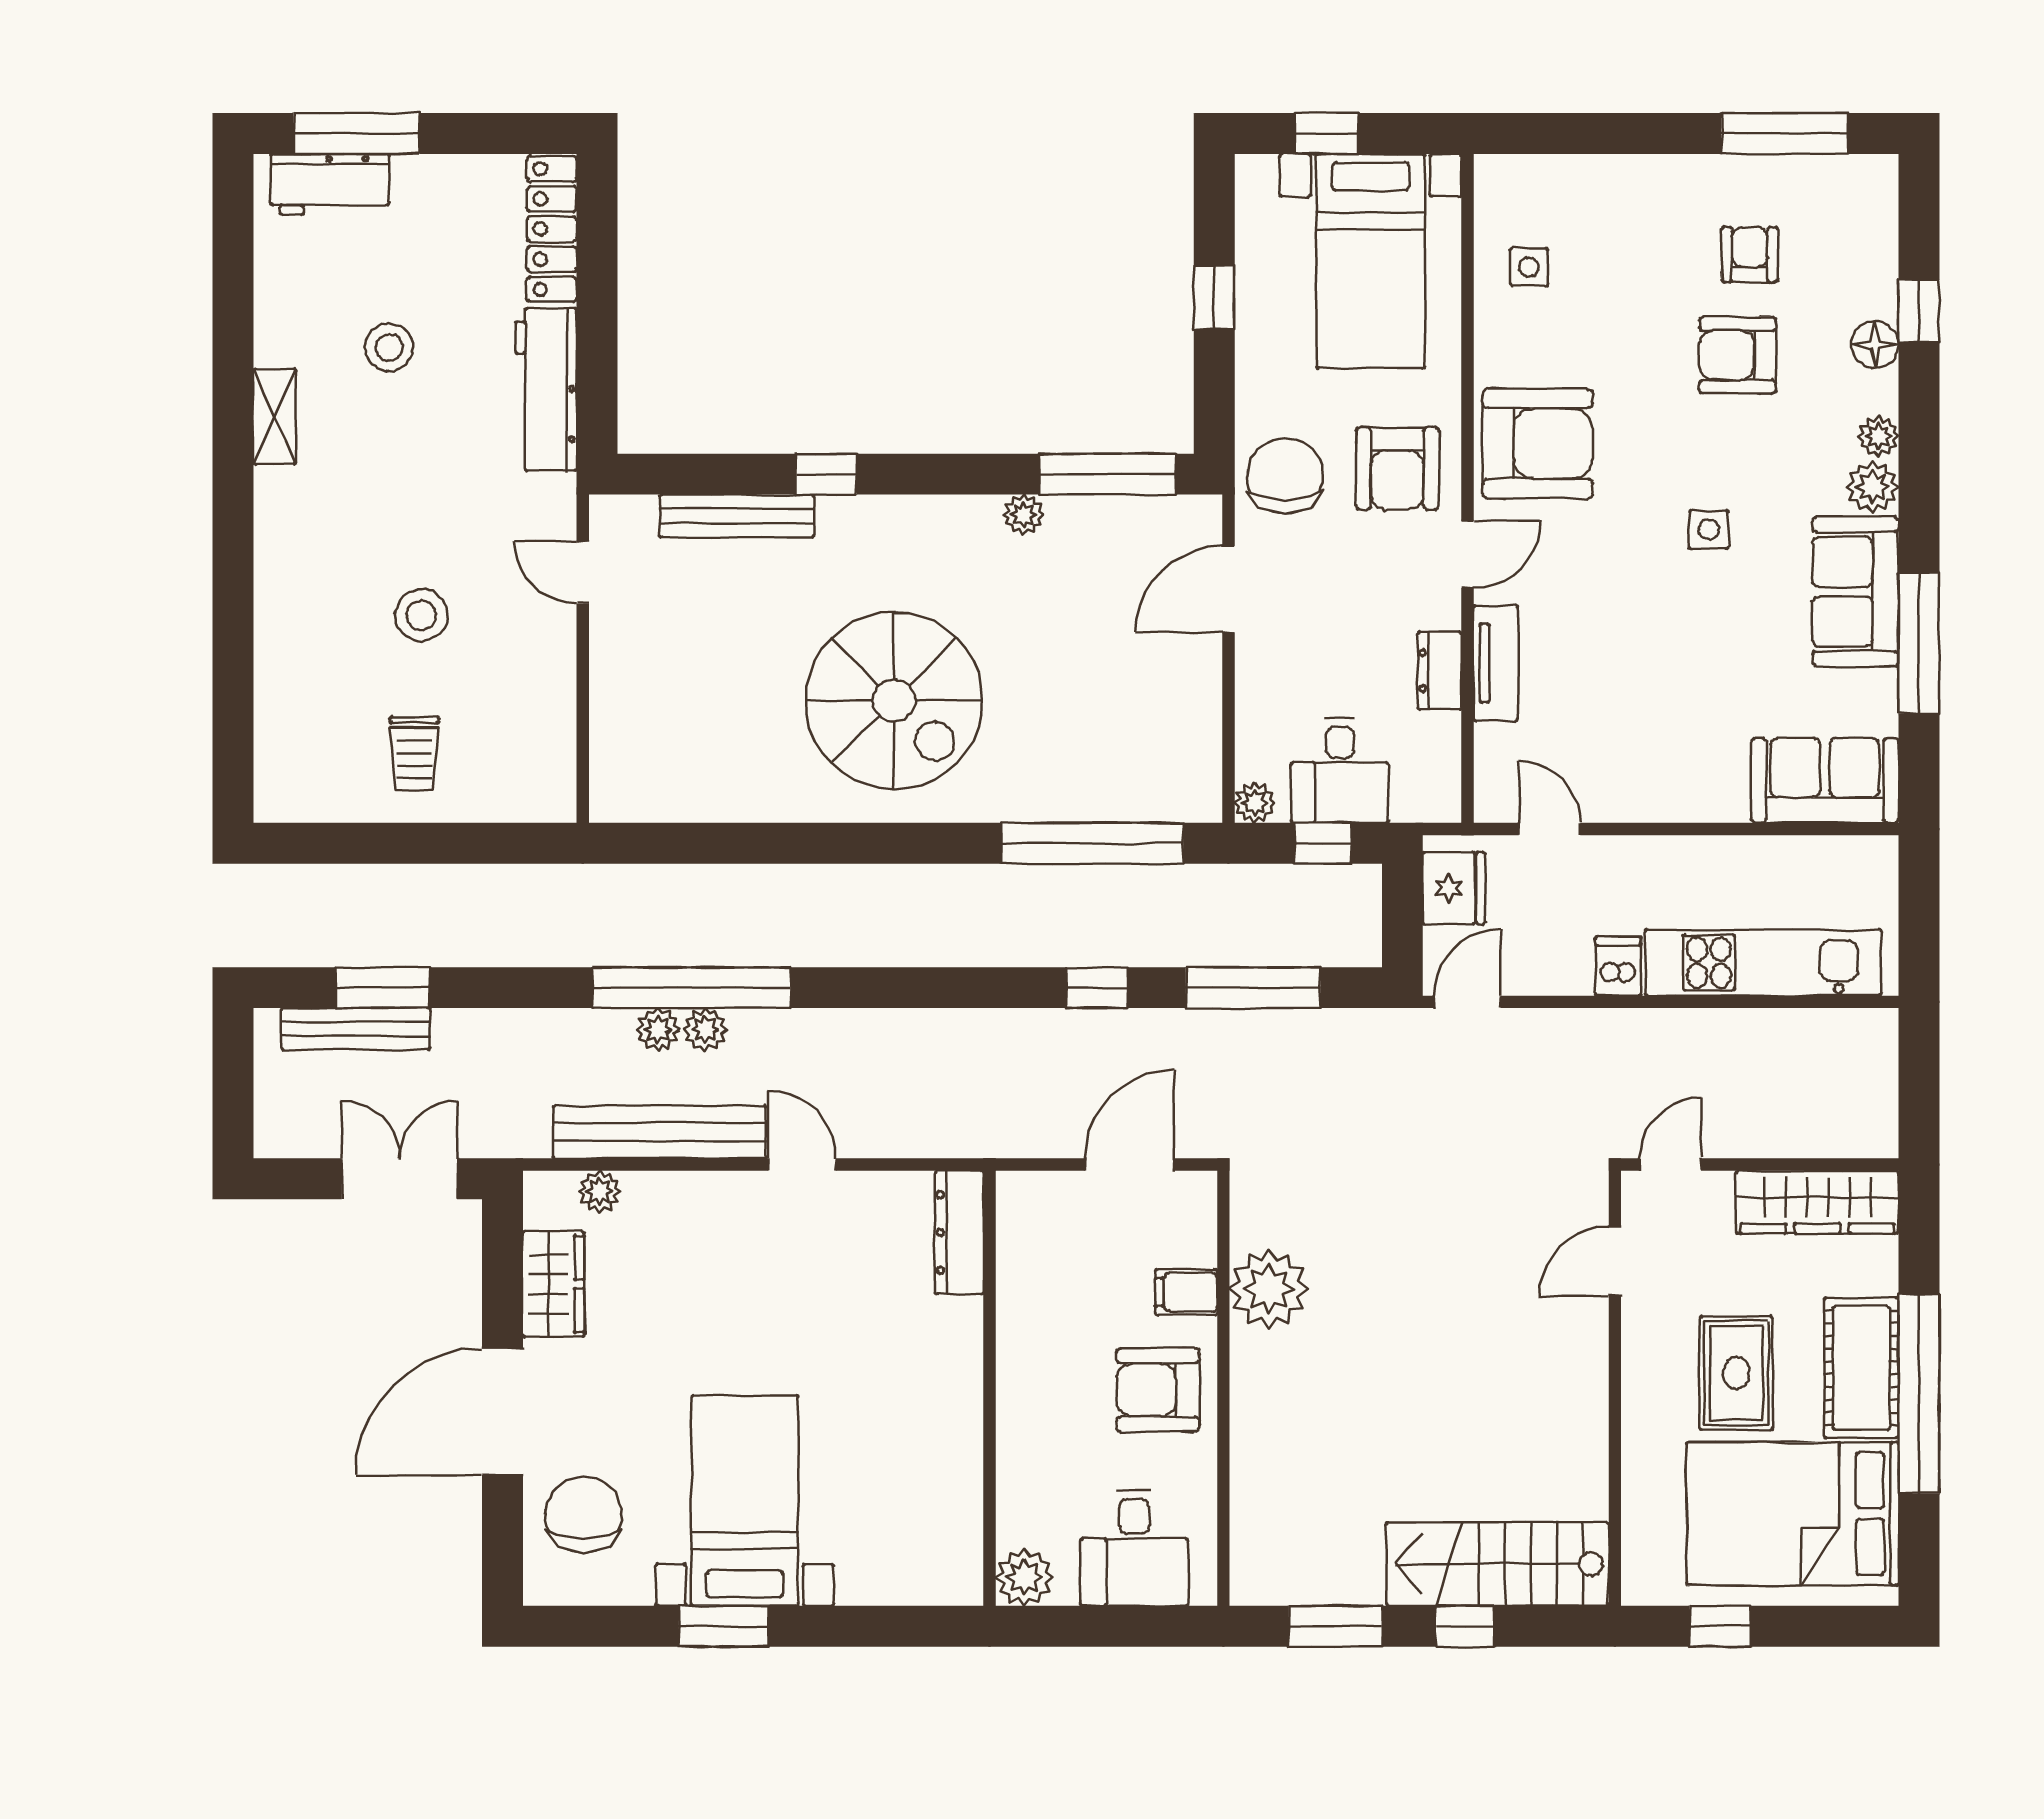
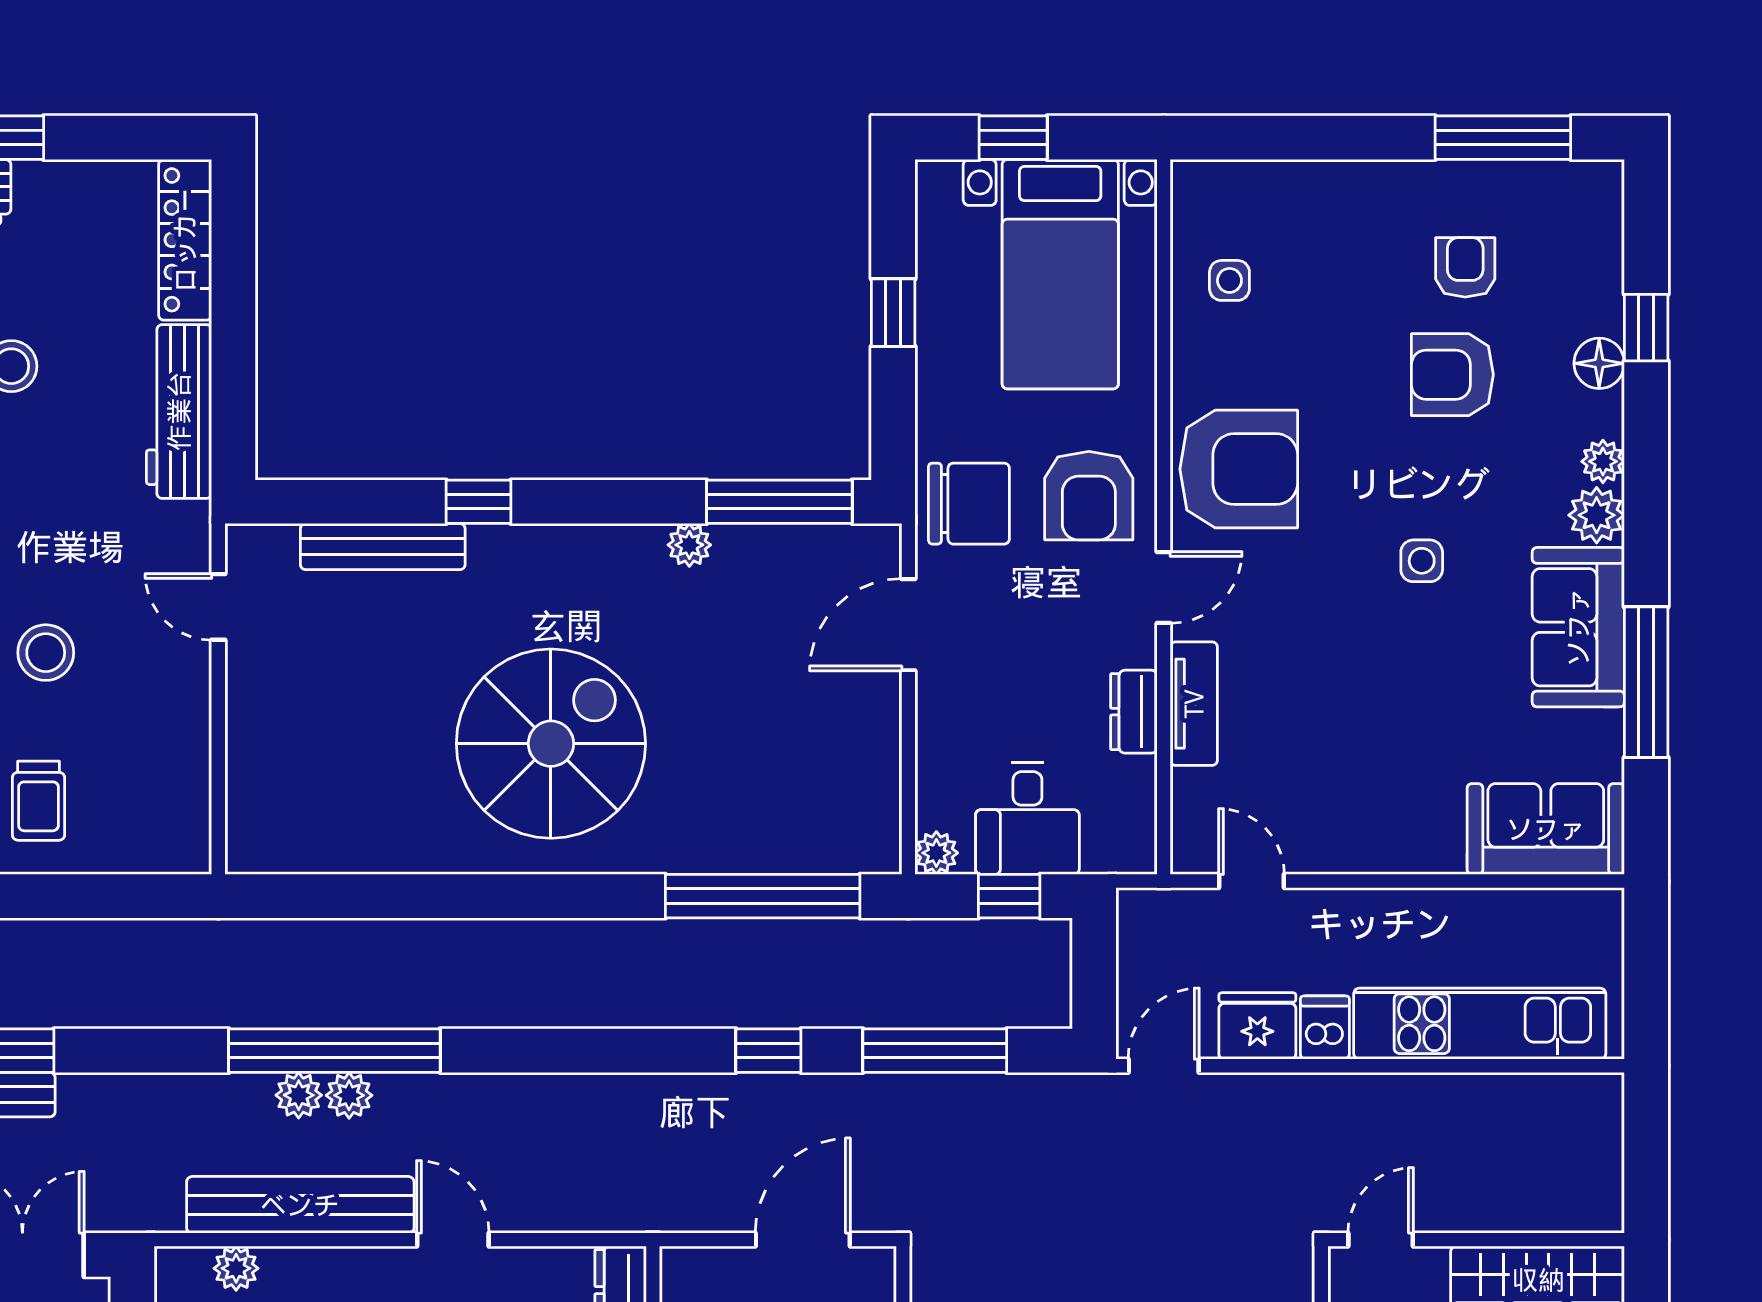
chair: (1285, 476) -> (969, 504), turned 90
spiral stairs: (894, 700) -> (551, 744), turned -90
fridge: (1454, 888) -> (1257, 1026), moved, turned -90

